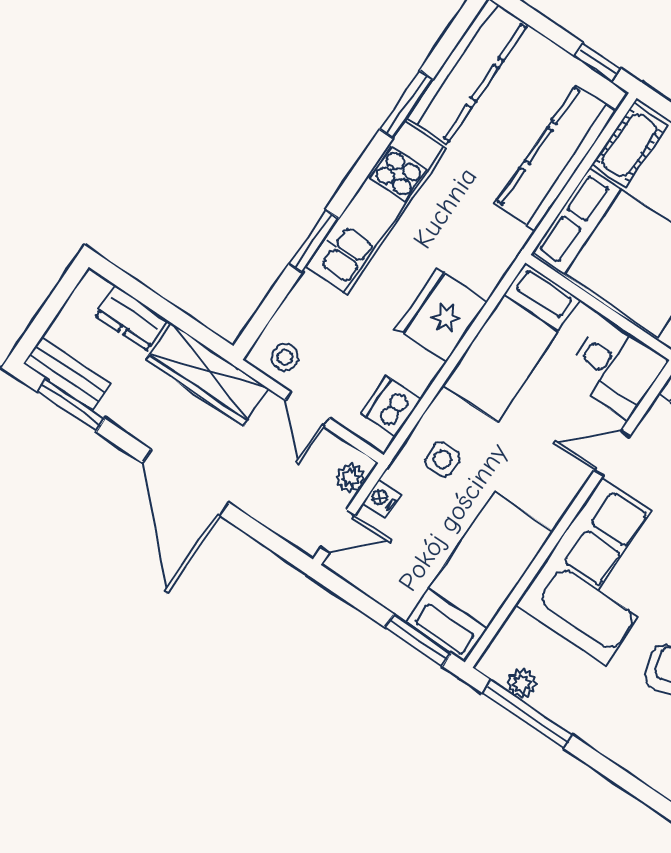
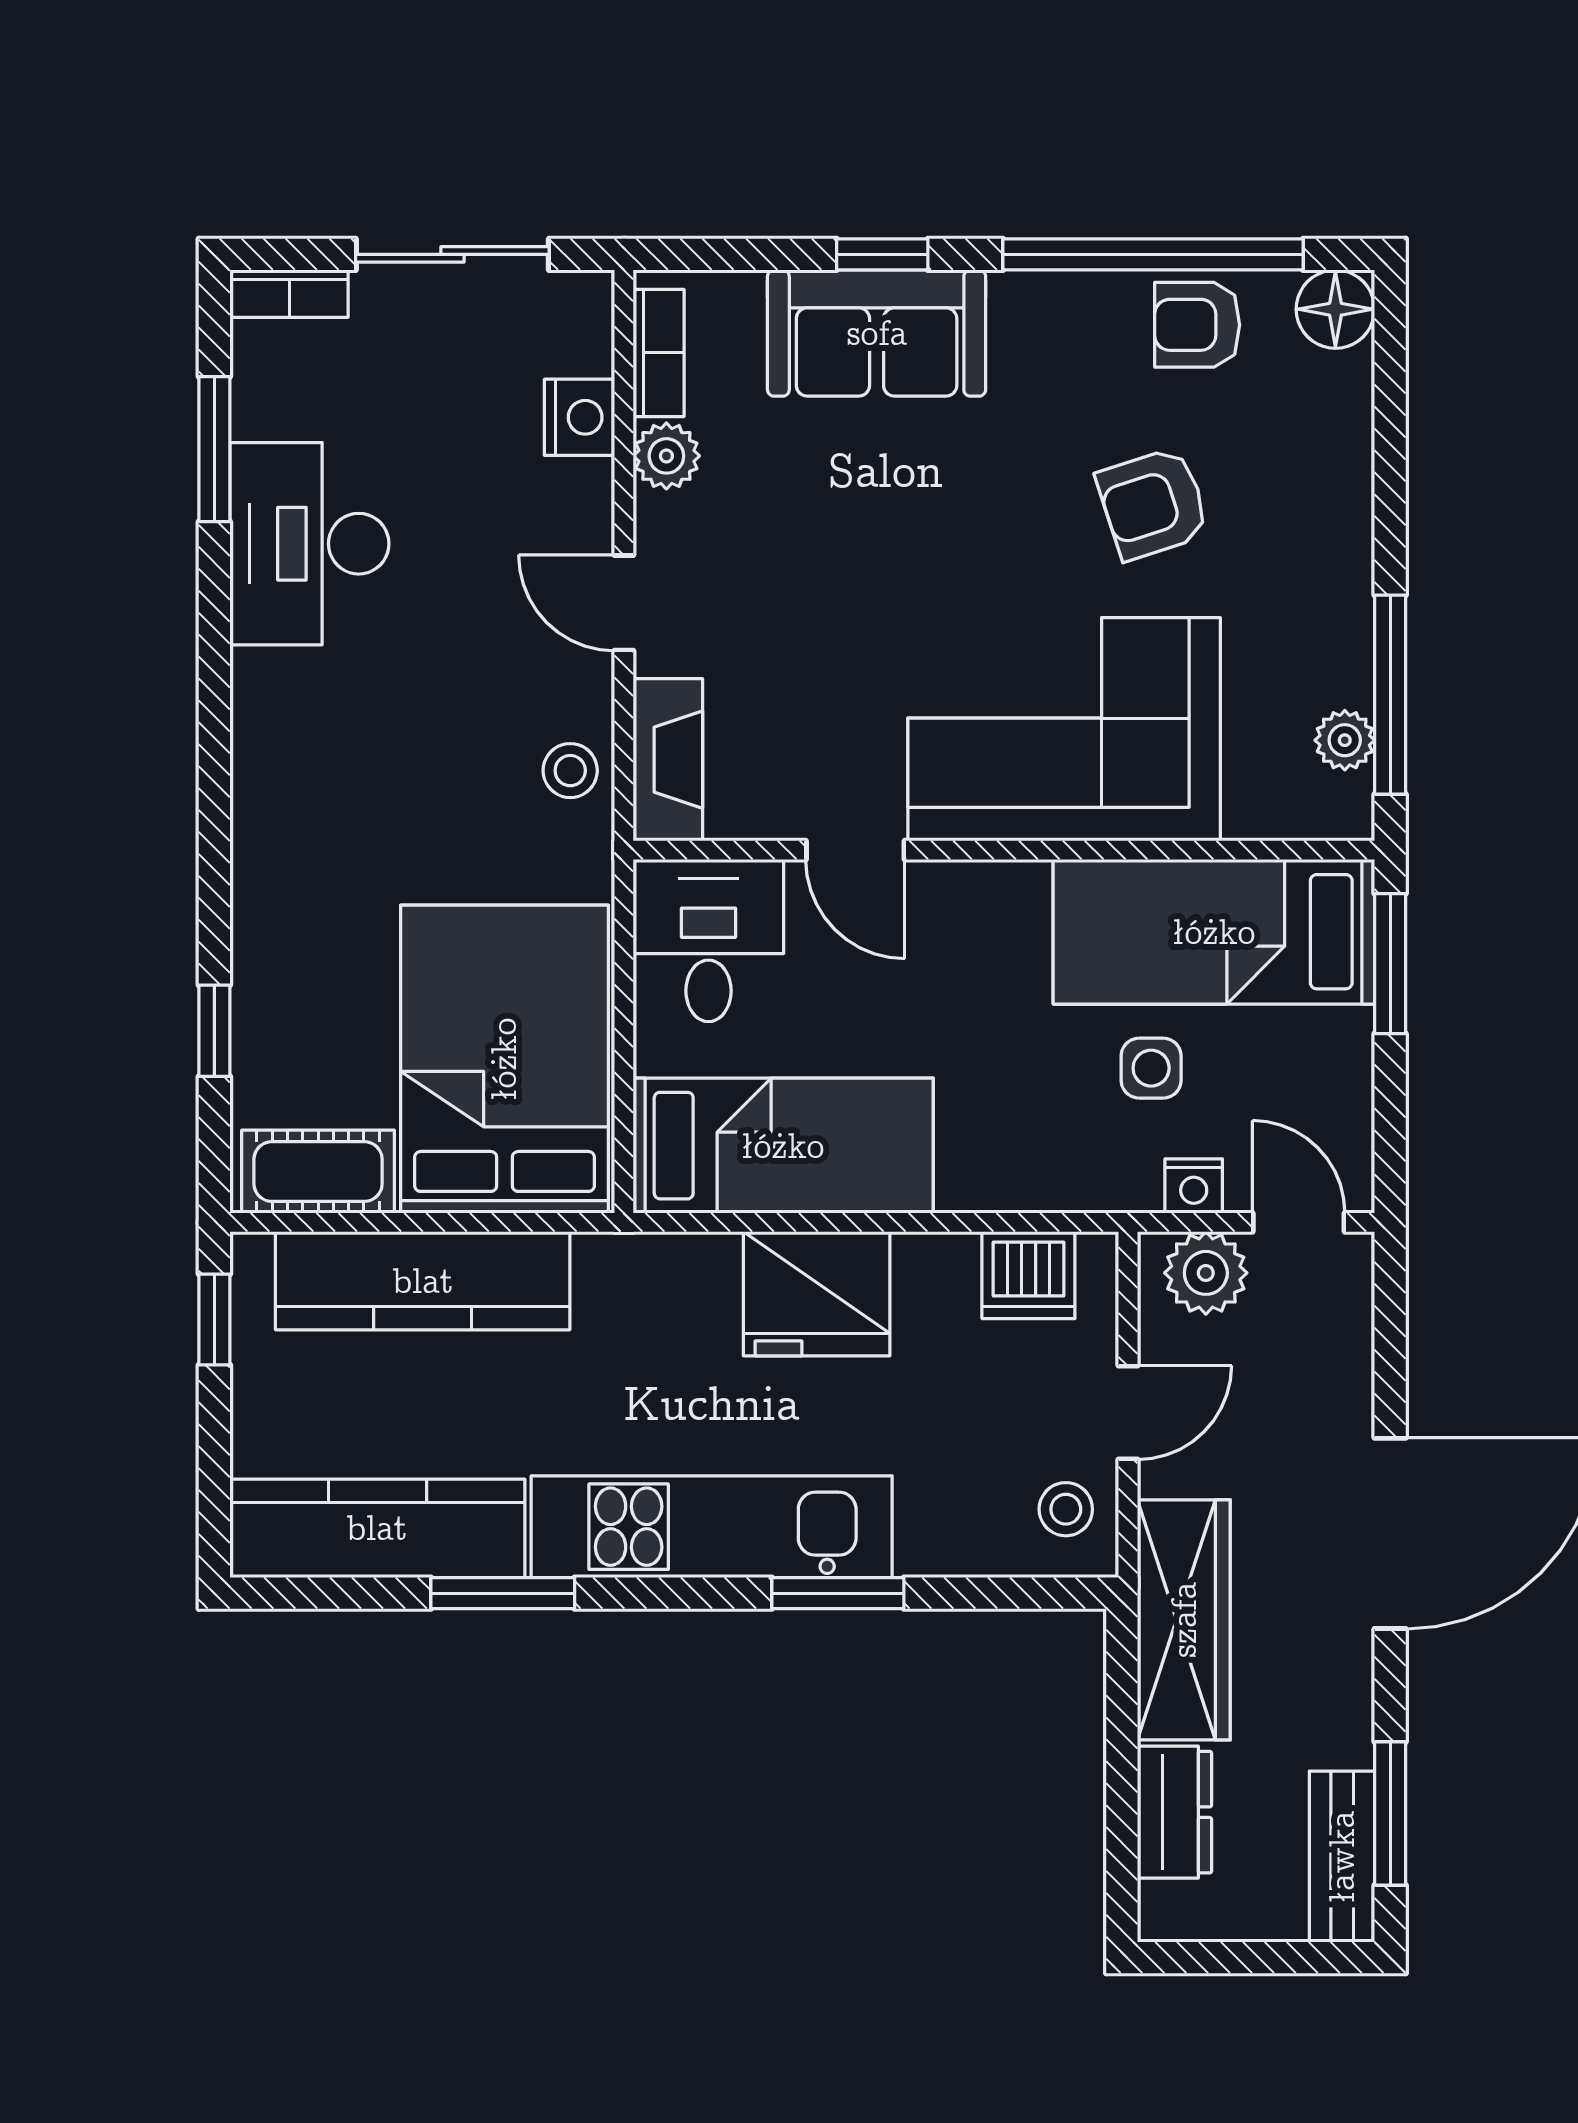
side table: (443, 459) -> (1151, 1068), moved
plant: (350, 478) -> (1206, 1273), width x1.38, depth x1.38

